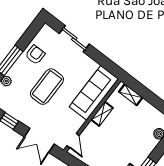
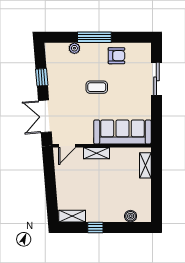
coffee table: (47, 87) -> (97, 87), width x0.54, depth x0.58
shelving: (102, 114) -> (97, 153), moved

